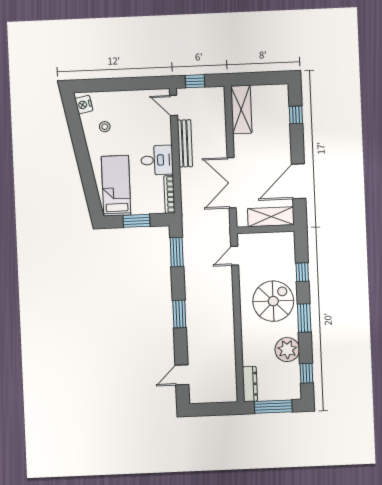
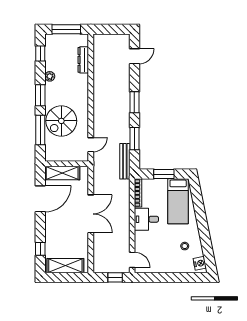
shelving: (241, 110) -> (65, 266), moved, turned 90
bench: (185, 143) -> (125, 161), moved
double door: (232, 183) -> (91, 214), moved
window: (177, 252) -> (134, 139), moved
window: (302, 272) -> (40, 130), width x2.17
spiral stairs: (273, 301) -> (61, 121), moved
plant: (287, 350) -> (50, 76), width x0.53, depth x0.53
dresser: (250, 384) -> (83, 60), moved

